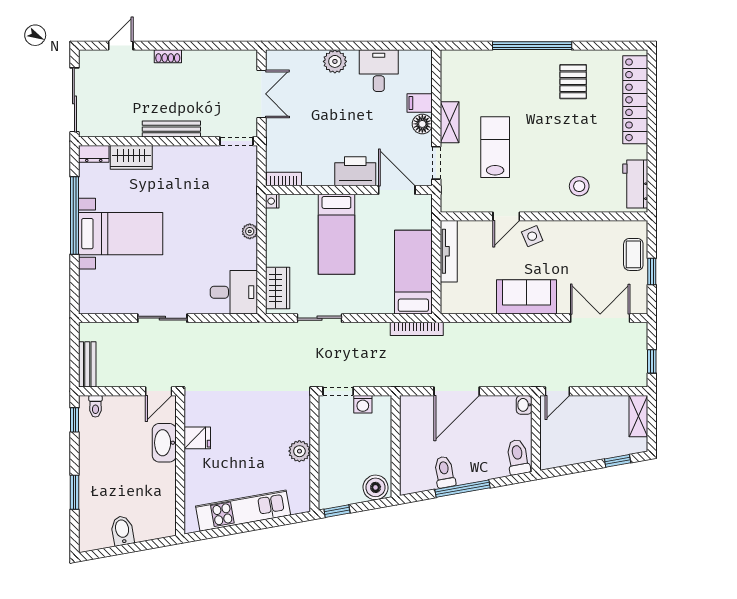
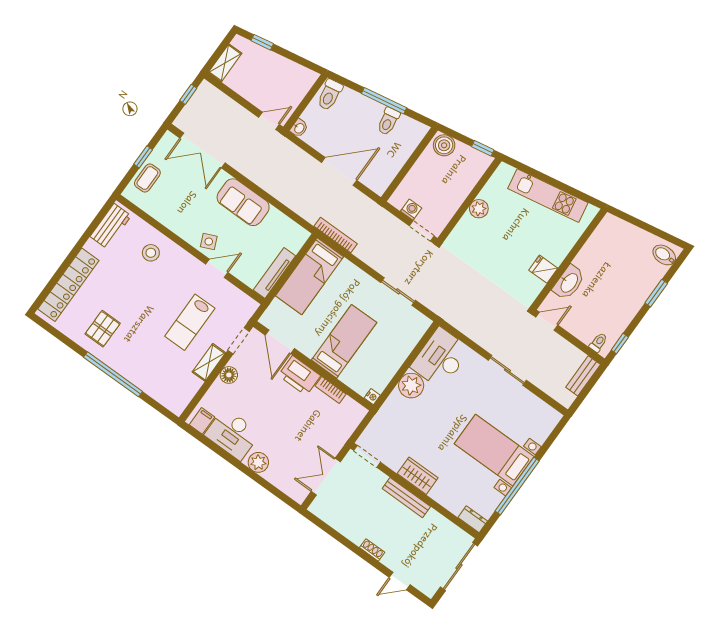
desk: (379, 71) -> (232, 434), width x1.37
filing cabinet: (420, 103) -> (202, 421), moved, turned -90
wardrobe: (131, 157) -> (418, 476), moved
bookcase: (284, 179) -> (331, 390), moved
plant: (250, 231) -> (411, 386), width x1.87, depth x1.87
wardrobe: (278, 288) -> (412, 333), removed
desk: (234, 292) -> (441, 358), width x1.37
bidet: (122, 531) -> (664, 255), moved, turned 100

